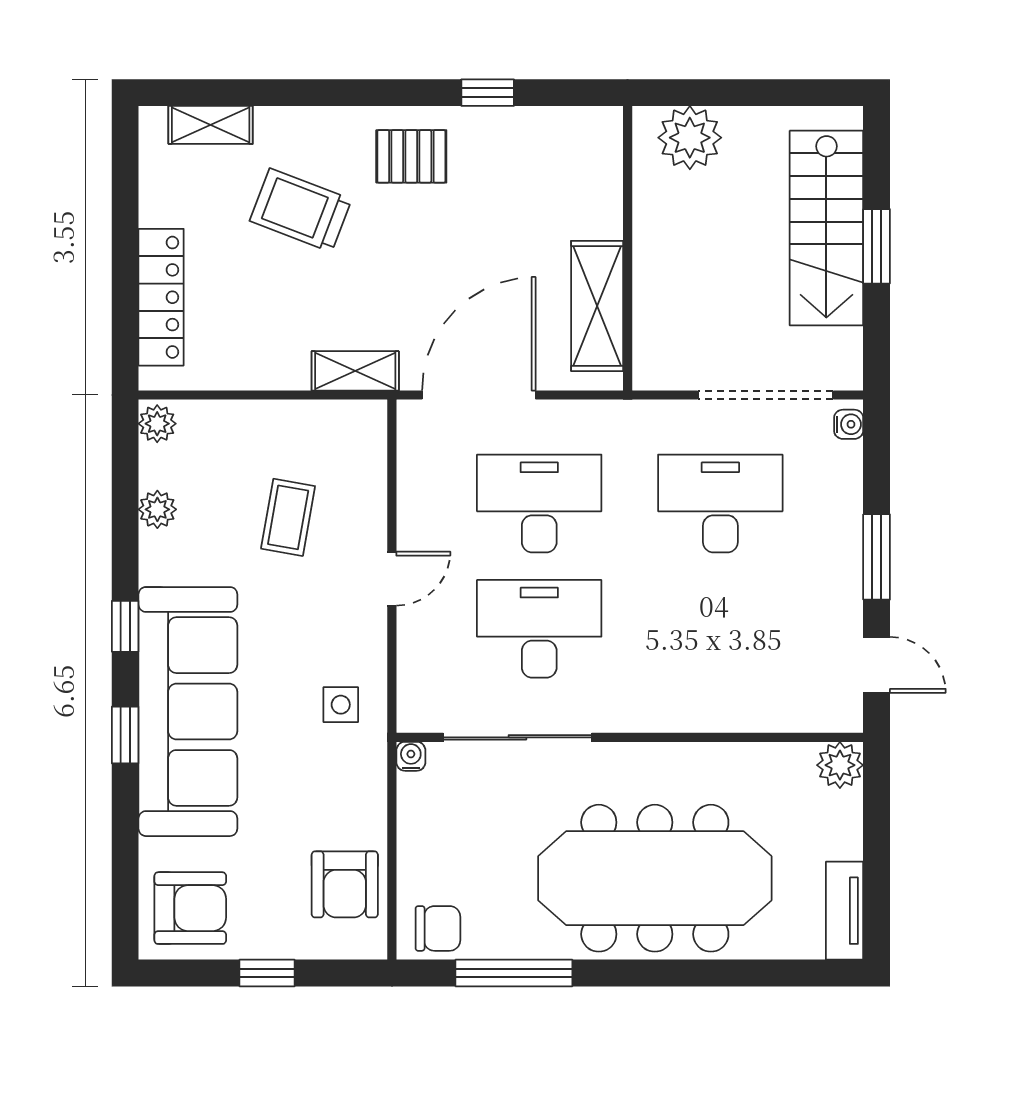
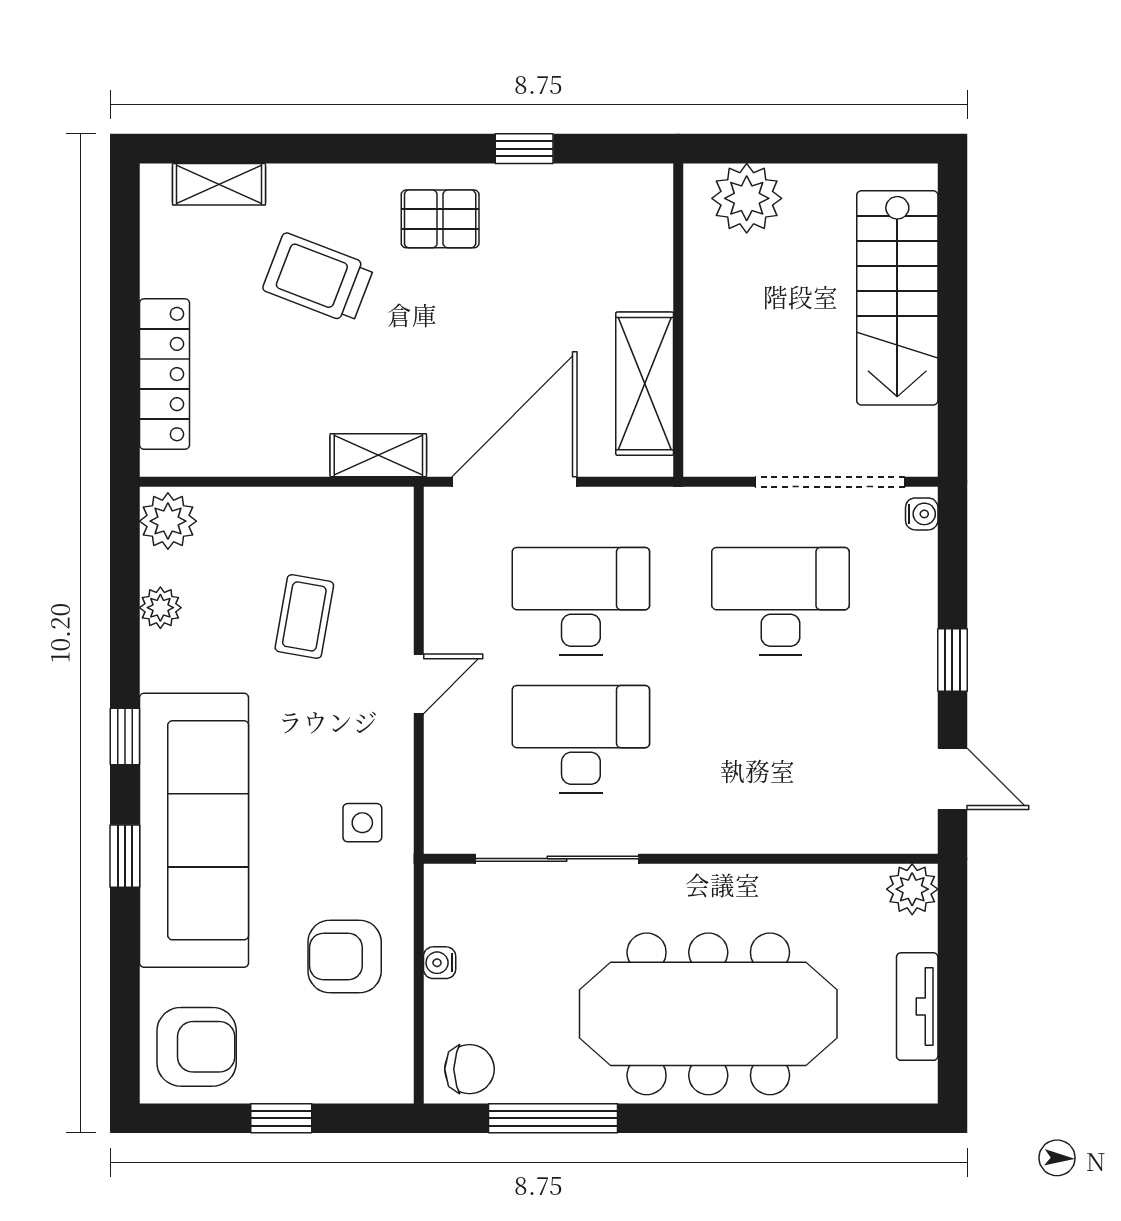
window: (877, 246) -> (952, 318), removed
plant: (157, 424) -> (168, 521), width x1.38, depth x1.38
window: (877, 557) -> (952, 660), width x0.67
water cooler: (411, 756) -> (440, 963), moved, turned -90
armchair: (345, 884) -> (345, 957), moved, turned 90
tv unit: (845, 911) -> (917, 1007), moved

